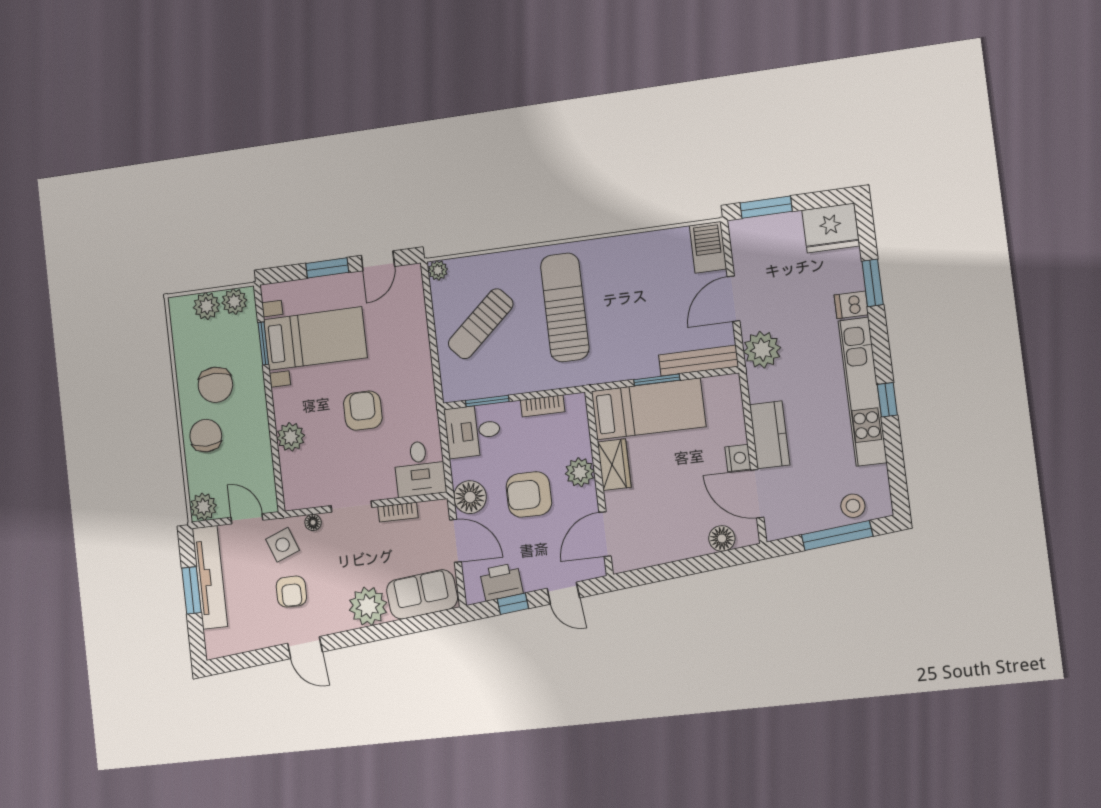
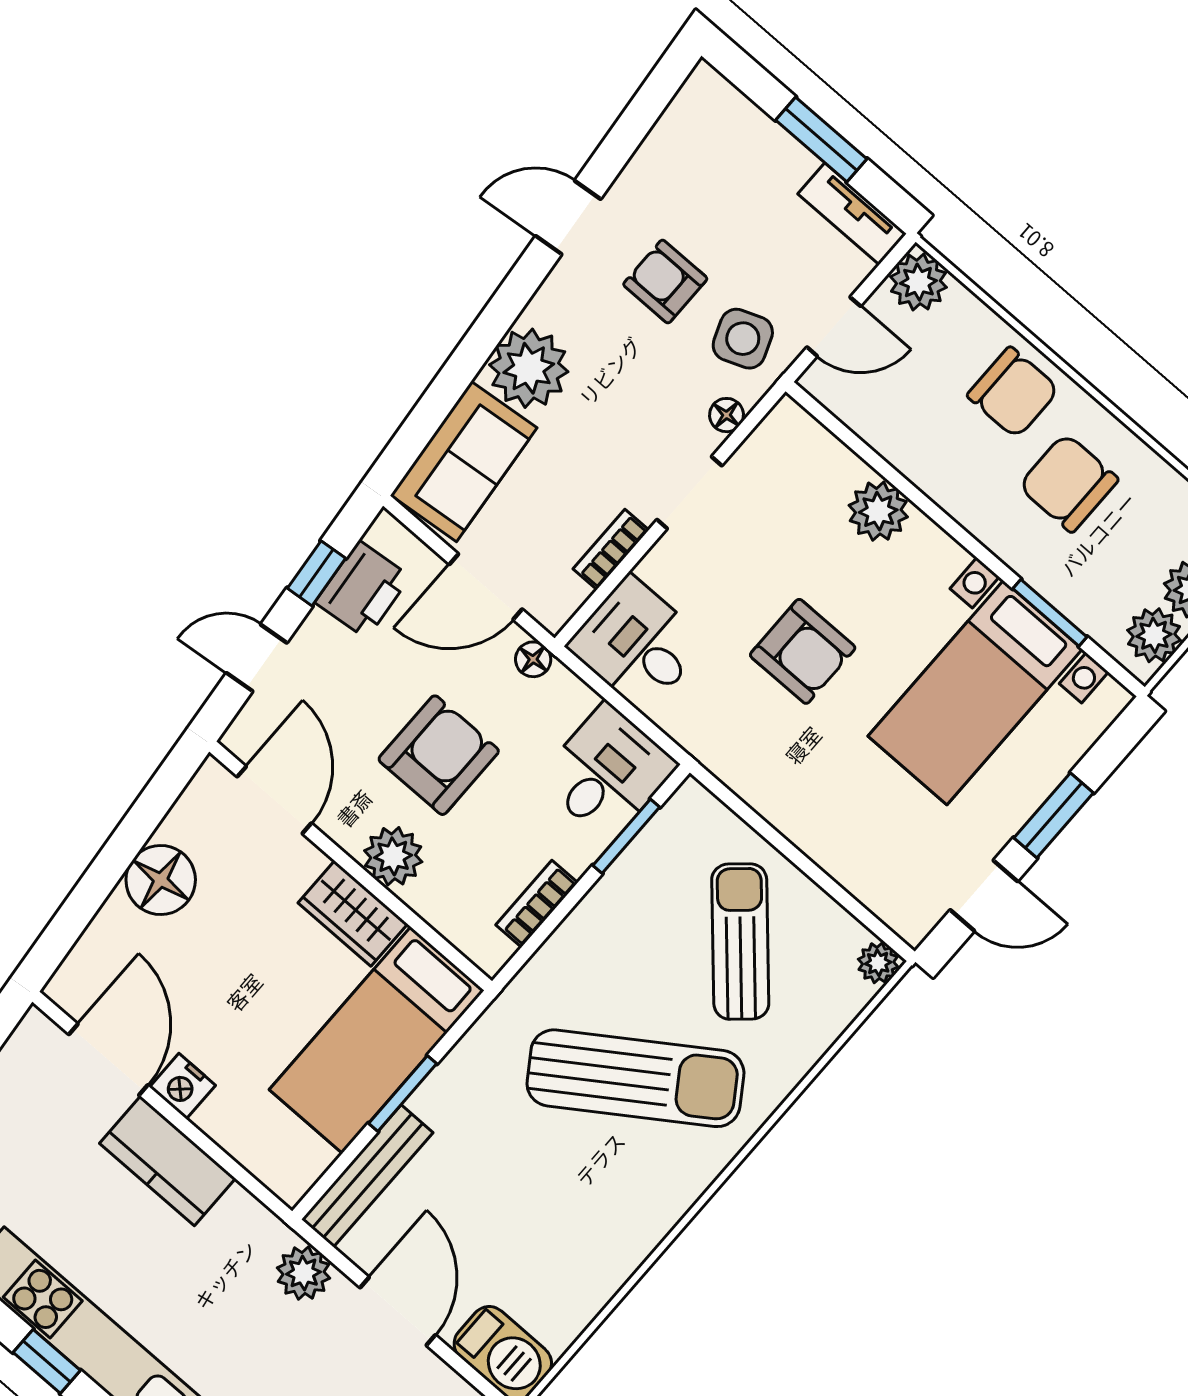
door: (378, 261) -> (984, 896), swing flipped
sun lounger: (565, 307) -> (635, 1078), turned -34
plant: (762, 350) -> (303, 1273), width x0.73, depth x0.73
door: (757, 494) -> (108, 1060), hinge flipped
floor lamp: (470, 497) -> (533, 659), width x0.53, depth x0.53
floor lamp: (722, 538) -> (161, 880), moved, width x1.38, depth x1.38
tv unit: (210, 577) -> (852, 214), width x0.52, depth x0.78

